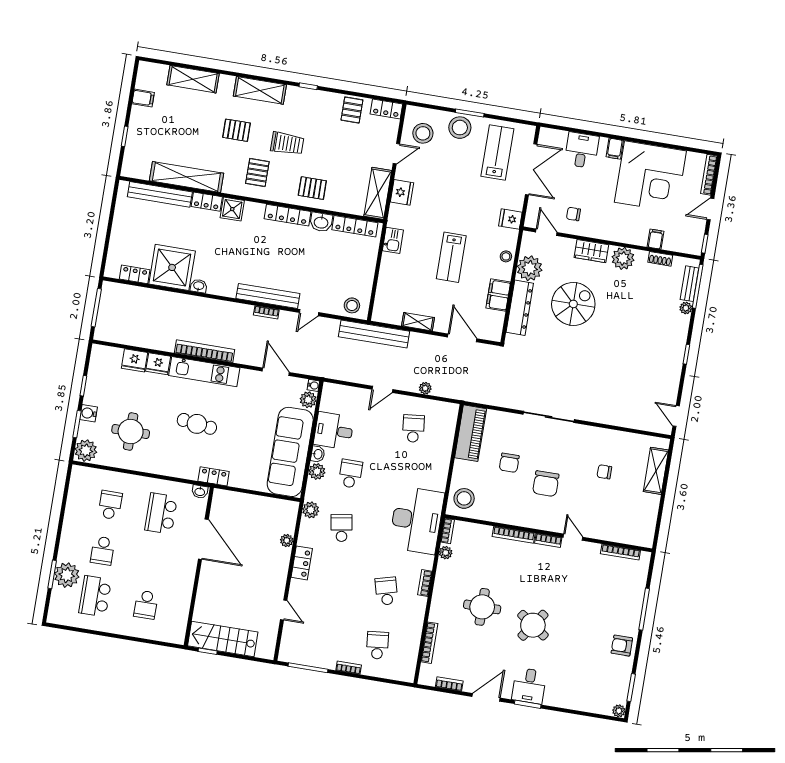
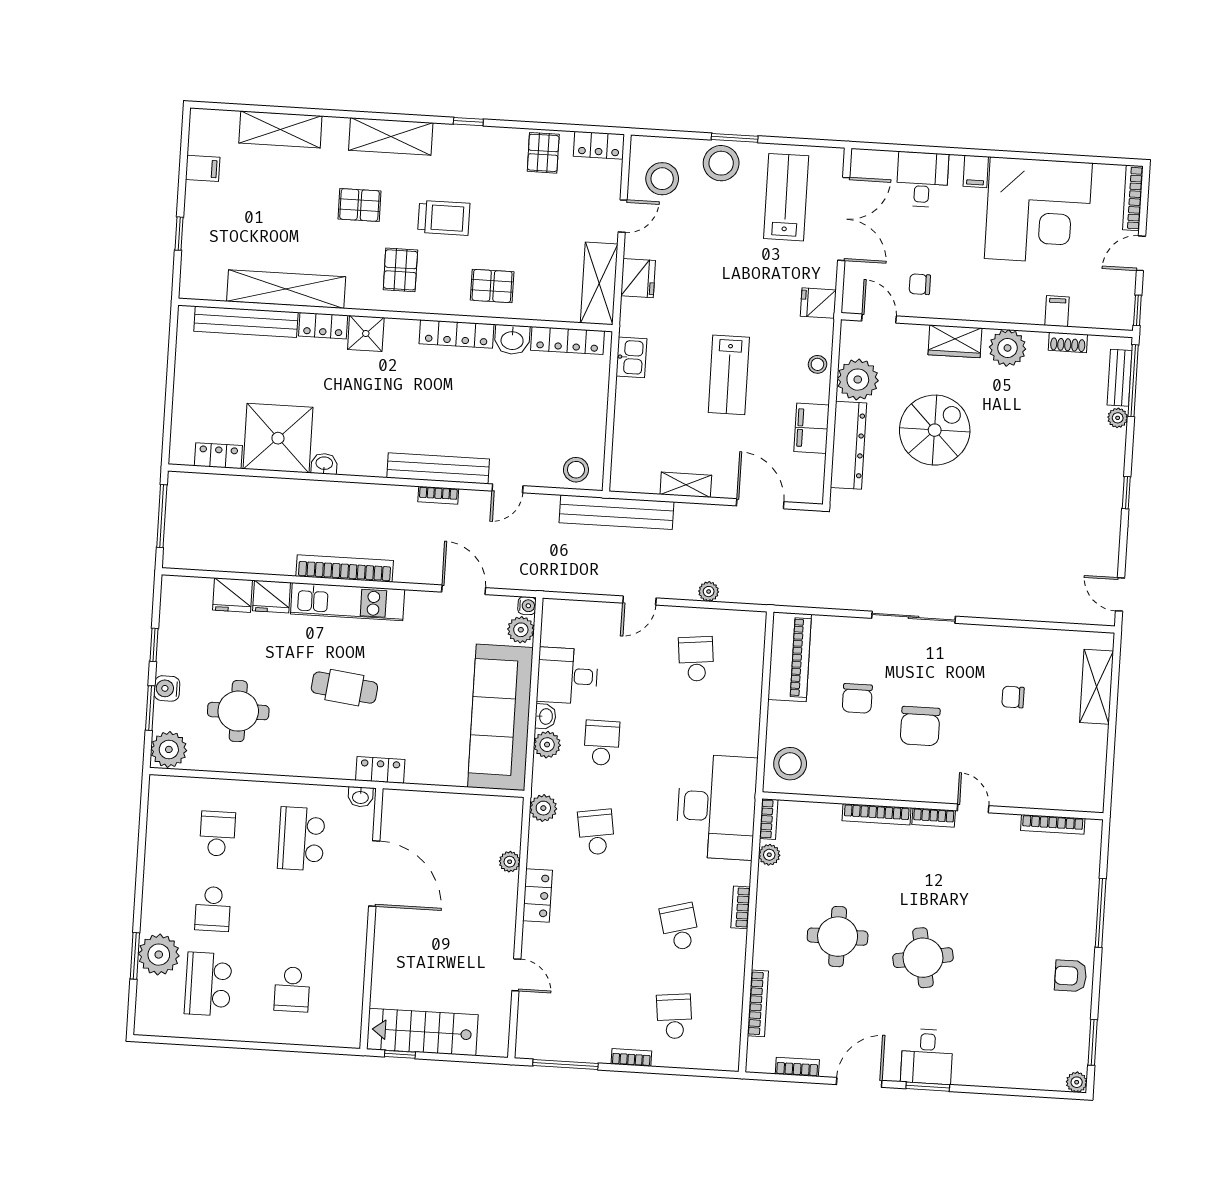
round table: (533, 625) -> (923, 958), turned 45

